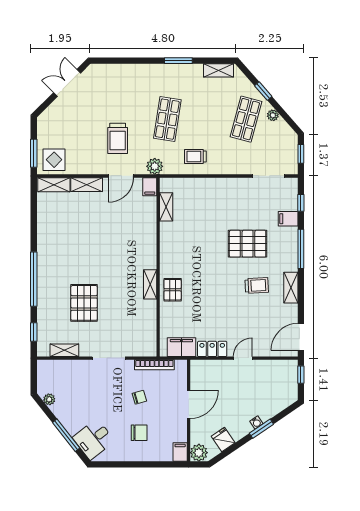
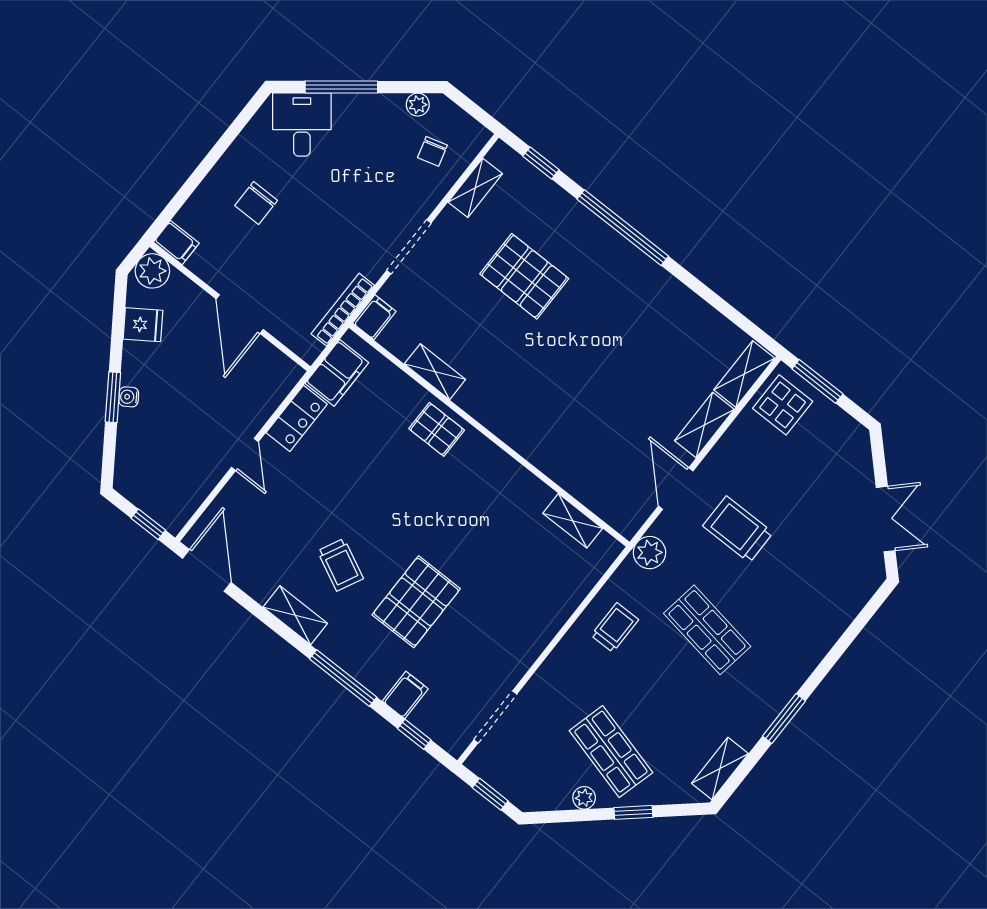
filing cabinet: (150, 187) -> (374, 317), moved, turned 90
shelving: (150, 284) -> (435, 372), moved
trolley: (257, 285) -> (340, 565), turned -61
chair: (139, 397) -> (432, 151), moved

